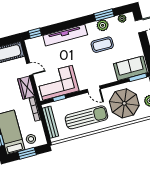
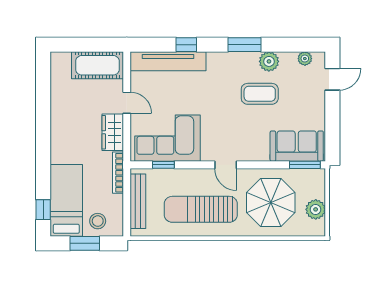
window: (104, 15) -> (244, 45), moved
window: (35, 33) -> (186, 45), moved
tv unit: (65, 35) -> (168, 61), moved
sun lounger: (86, 117) -> (201, 209), turned 180

